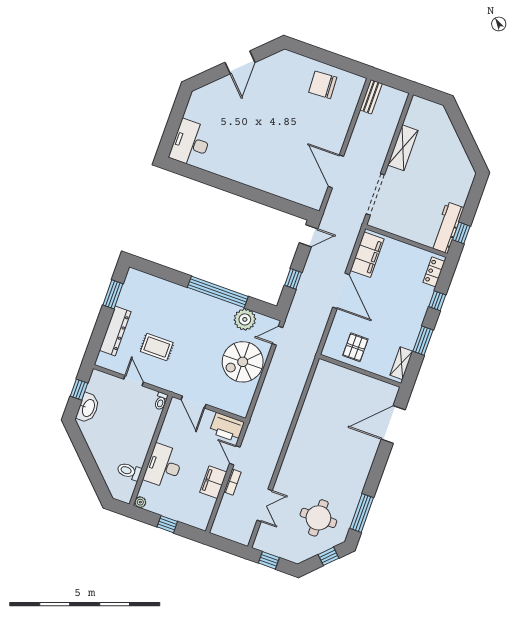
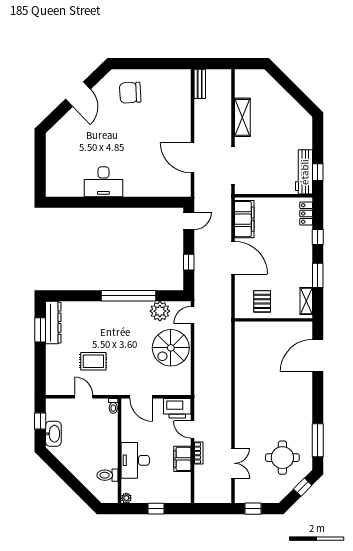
chair: (323, 85) -> (130, 93), moved
desk: (191, 143) -> (103, 182), moved, turned -90
dresser: (115, 331) -> (53, 323), moved

